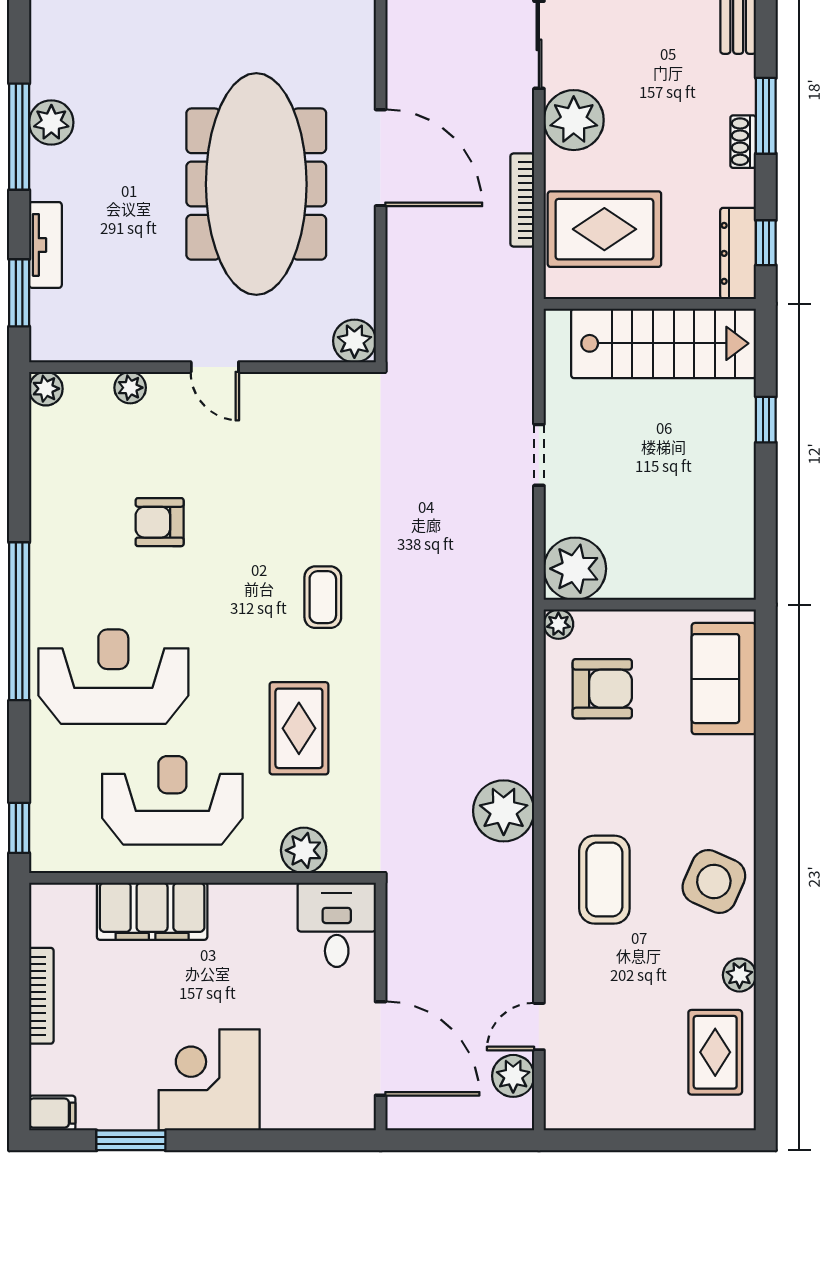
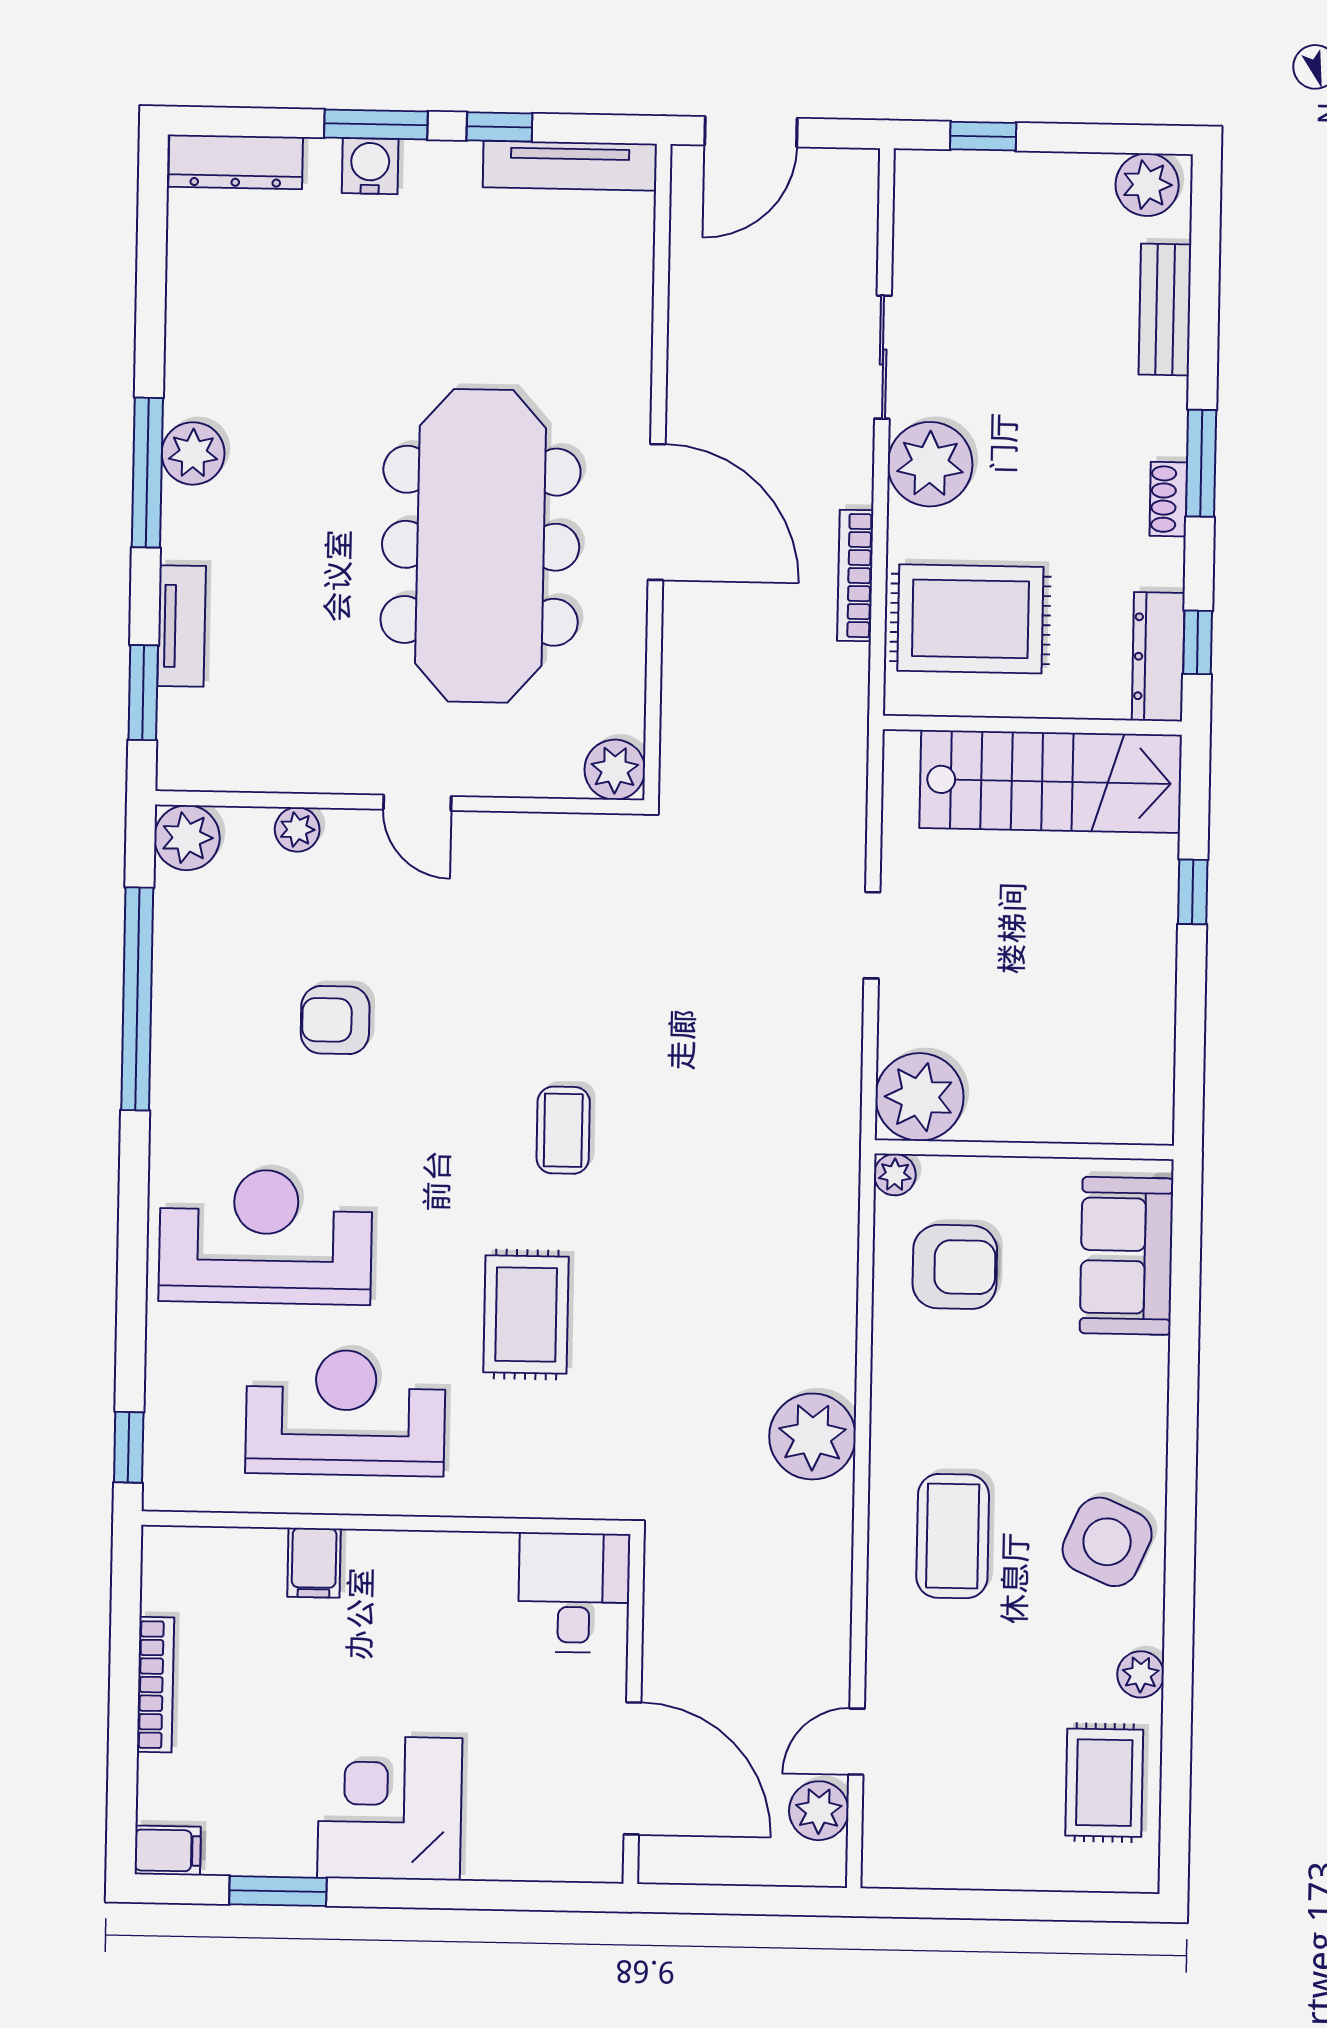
plant: (46, 389) -> (187, 838), width x1.38, depth x1.38
window: (19, 621) -> (137, 999), moved
plant: (304, 850) -> (529, 1487), removed
filing cabinet: (152, 911) -> (314, 1563), width x0.33, depth x0.86

